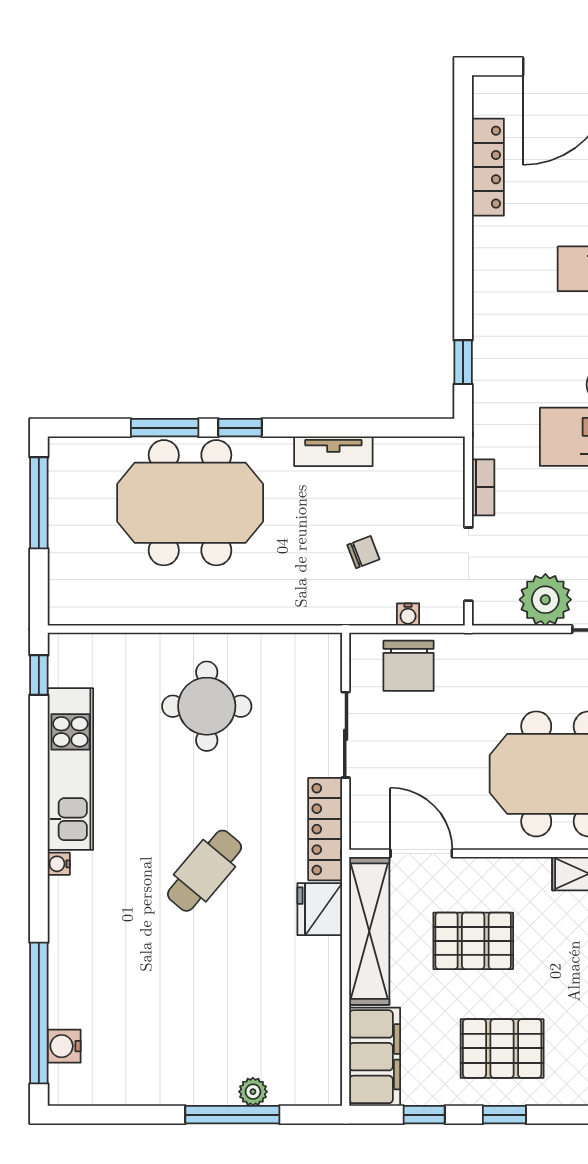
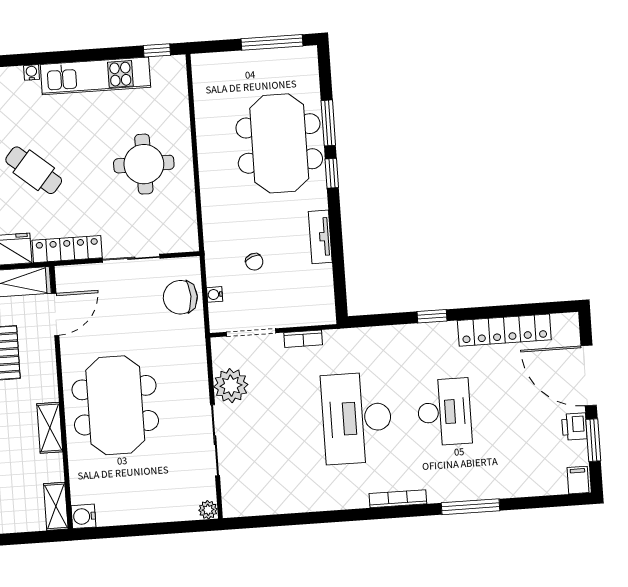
locker: (488, 167) -> (504, 330), width x1.41, depth x1.21
window: (463, 362) -> (432, 316), moved

